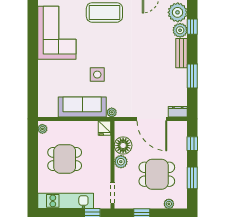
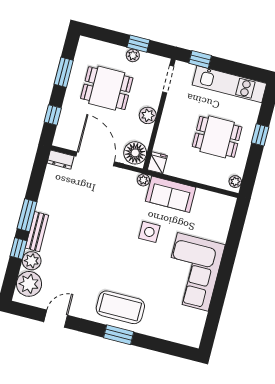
window: (192, 27) -> (18, 249), moved
corner sofa: (57, 33) -> (193, 272), moved
window: (192, 76) -> (27, 215), moved
sofa: (82, 107) -> (171, 194), width x0.73
floor lamp: (123, 145) -> (135, 153), moved
window: (33, 169) -> (260, 135), added
plant: (169, 204) -> (133, 55), moved

